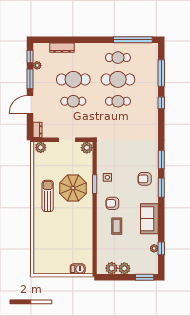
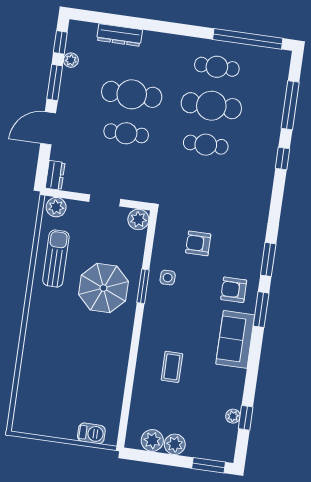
sun lounger: (48, 196) -> (56, 259), moved
armchair: (112, 203) -> (198, 243), moved
sofa: (149, 219) -> (235, 339), moved

